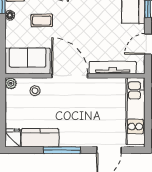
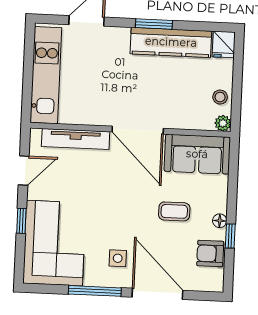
stool: (35, 91) -> (220, 97), moved
kitchen counter: (40, 138) -> (171, 42), width x1.50
window: (62, 150) -> (154, 24), width x0.69

